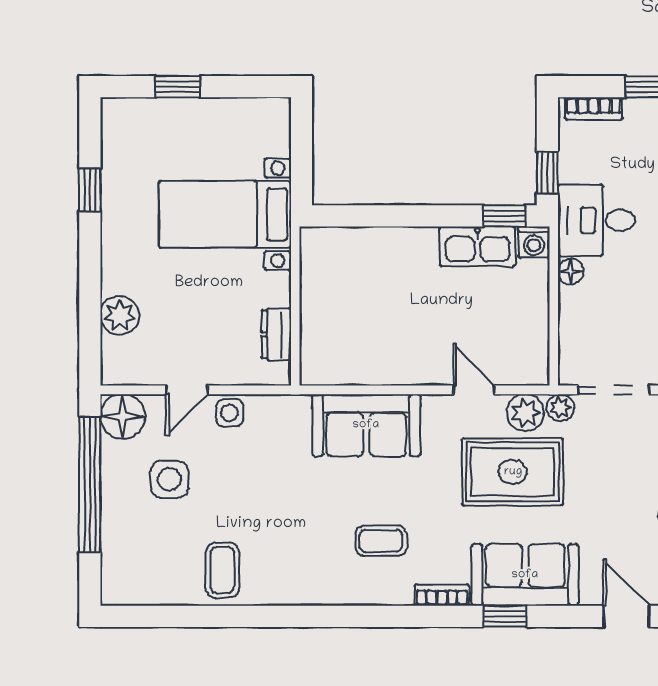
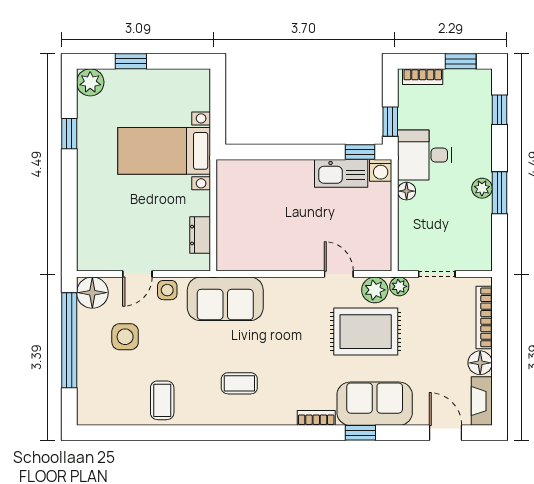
plant: (120, 315) -> (90, 82), moved
doorway: (614, 390) -> (437, 274), width x0.73
sofa: (366, 425) -> (225, 299), moved
coffee table: (381, 541) -> (239, 383), moved

